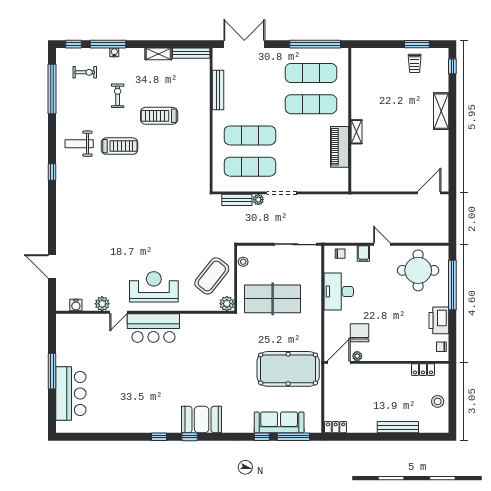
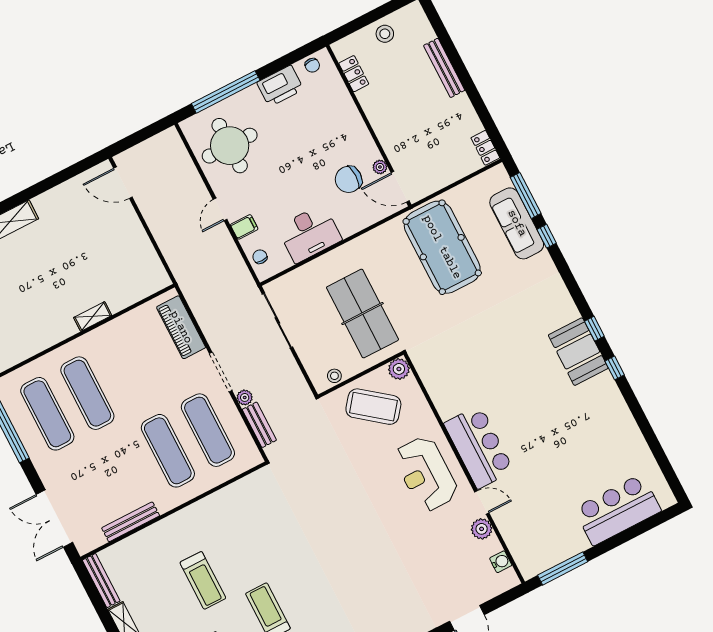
piano: (340, 147) -> (181, 327), moved, turned 90
window: (52, 371) -> (563, 568), moved
booth: (202, 419) -> (578, 352), moved

